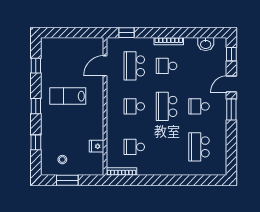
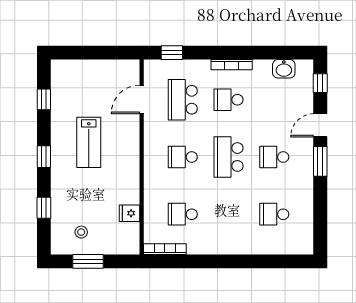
lab bench: (68, 96) -> (89, 142), turned -90
school desk: (199, 147) -> (274, 214), width x0.54

